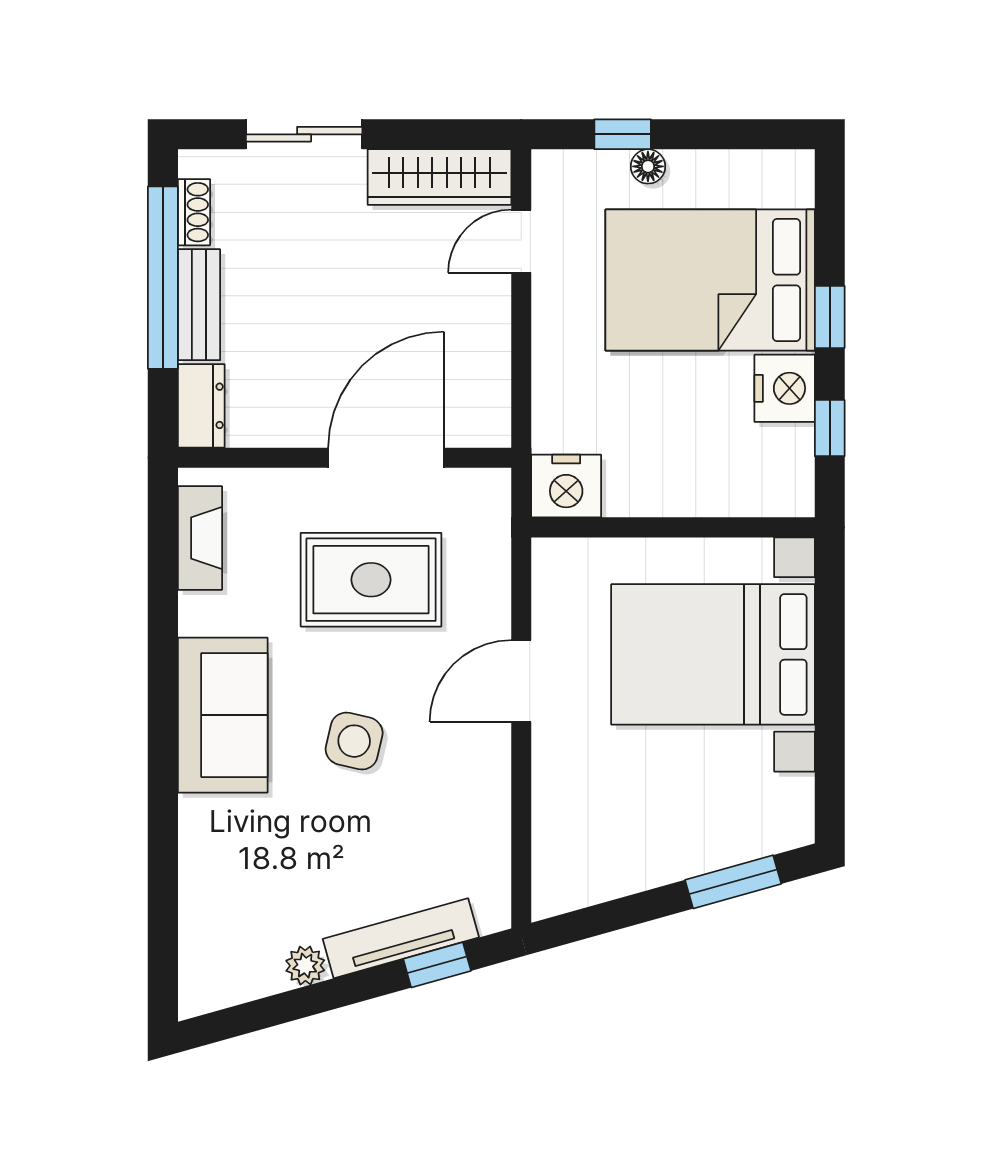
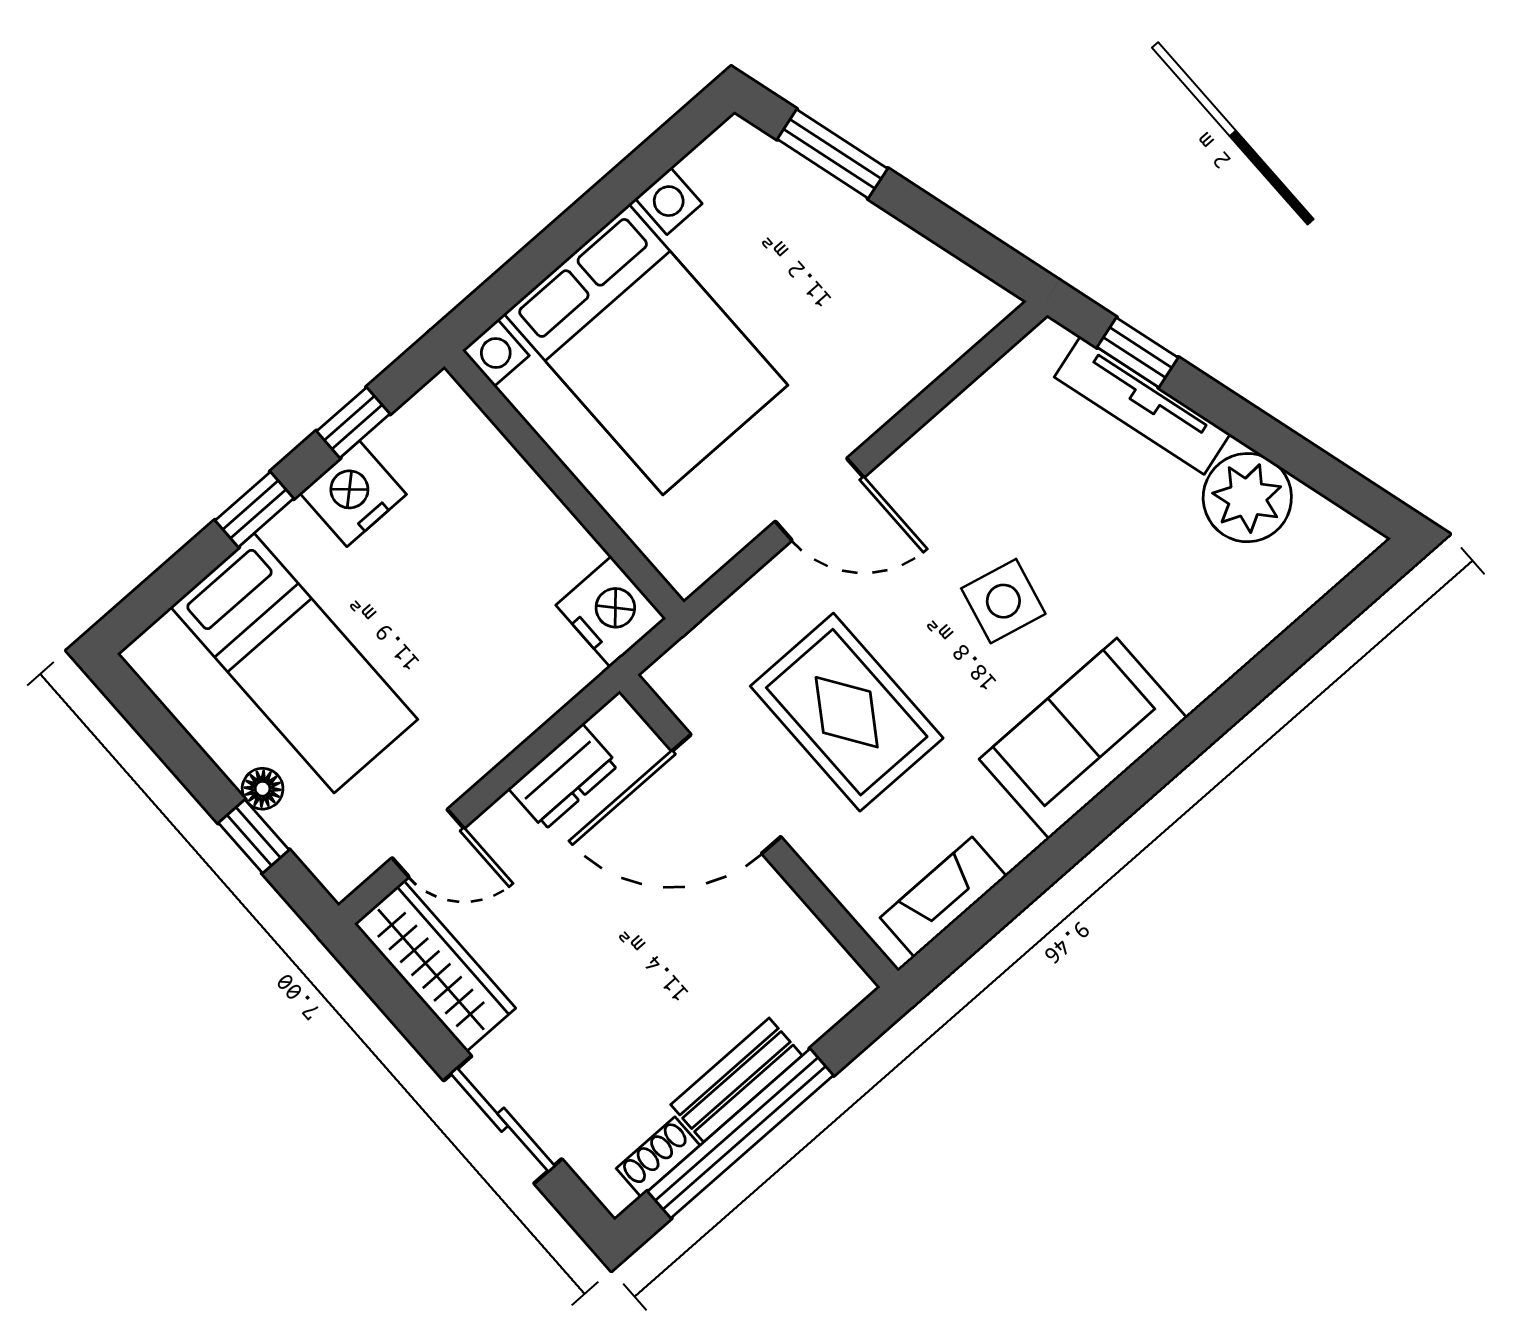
bed: (710, 280) -> (294, 663), width x0.67
dresser: (201, 406) -> (563, 777), moved, turned 180
plant: (305, 966) -> (1247, 498), width x1.87, depth x1.87

